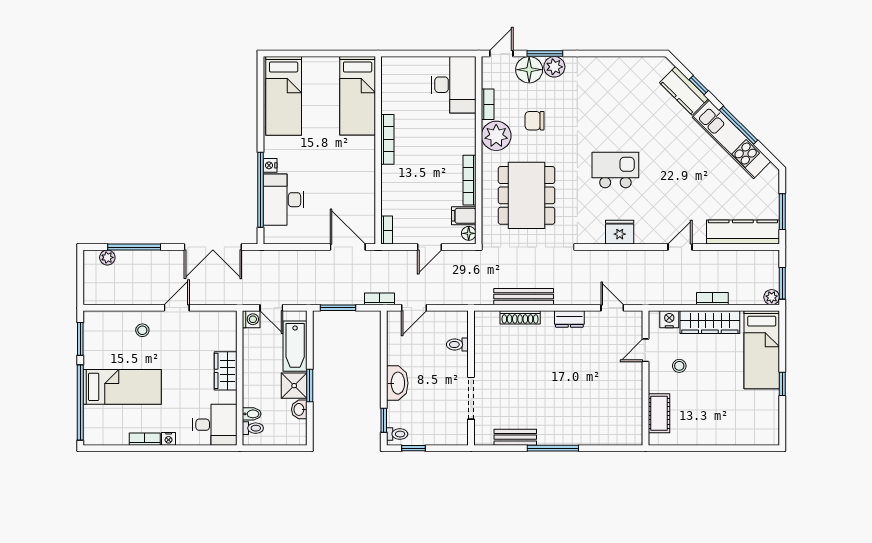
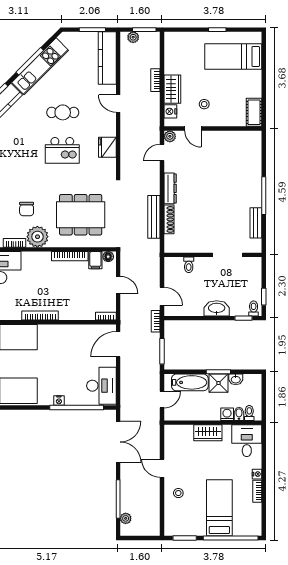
kitchen island: (615, 170) -> (62, 150), turned -90
cafe table: (668, 171) -> (63, 112), added
desk: (284, 200) -> (101, 386), moved, turned -90
plant: (772, 297) -> (133, 37), moved
washing machine: (251, 319) -> (227, 414), moved
dresser: (569, 319) -> (170, 188), width x1.44
plant: (635, 319) -> (170, 136), added
wardrobe: (710, 322) -> (172, 89), width x0.67
bed: (762, 350) -> (233, 56), moved, turned 180
cot: (659, 413) -> (254, 112), moved, turned 90

